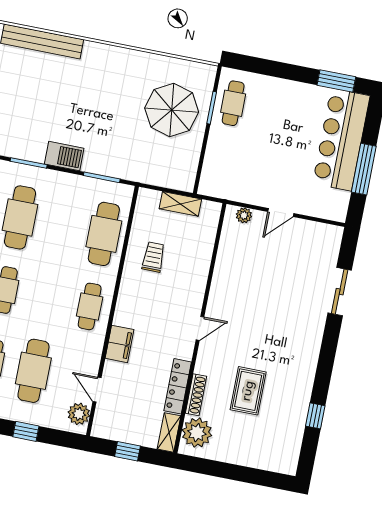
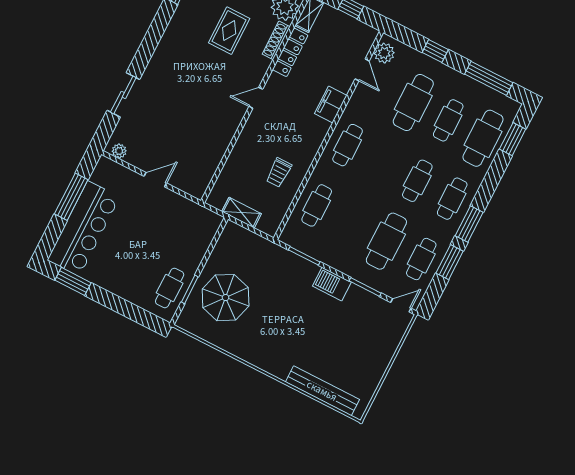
plant: (244, 215) -> (119, 151), moved
cafe table: (104, 234) -> (317, 205), width x0.73, depth x0.74

